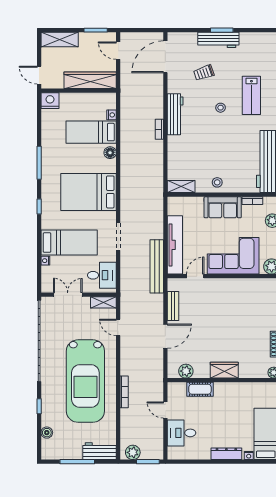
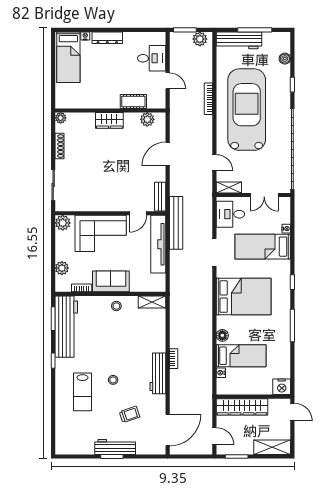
lab bench: (251, 95) -> (82, 392), turned 180
bench: (173, 306) -> (160, 197), moved
workbench: (99, 451) -> (239, 40), width x1.37

